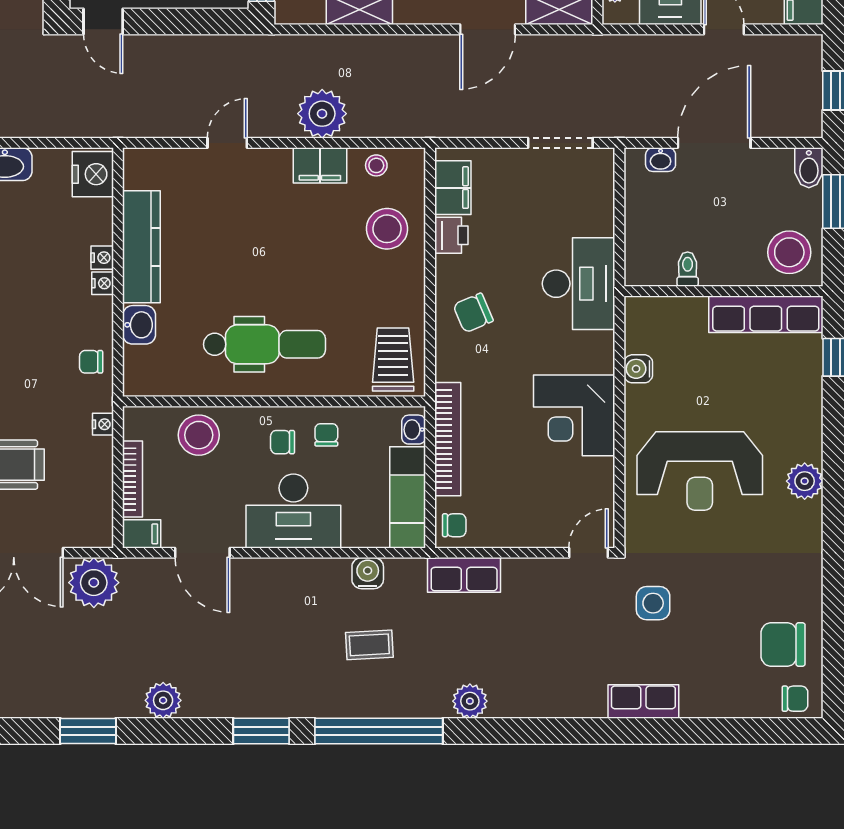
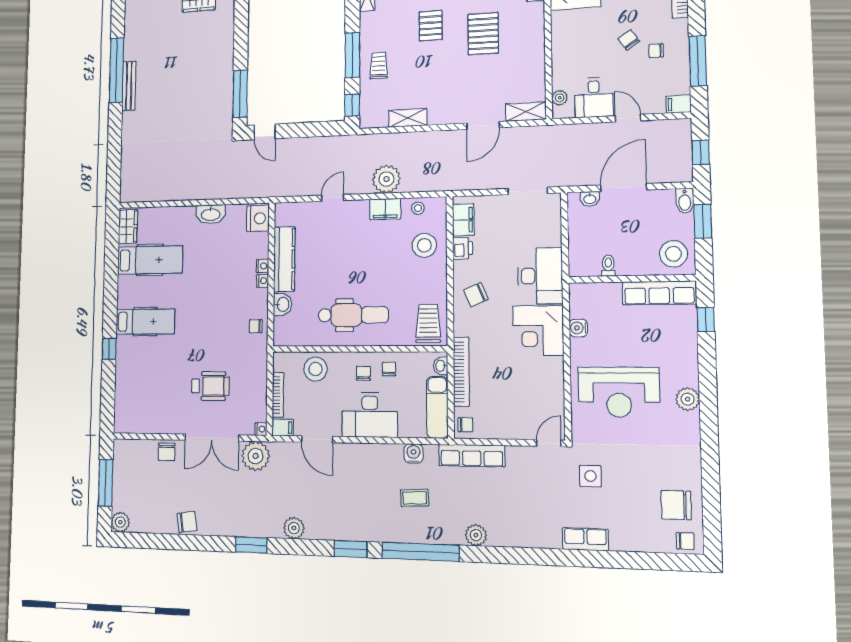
corner desk: (574, 415) -> (538, 331), moved
nightstand: (103, 424) -> (261, 429), moved
chair: (283, 442) -> (363, 373), turned 90
row of seats: (464, 575) -> (472, 456), width x1.48

